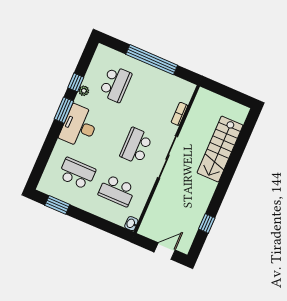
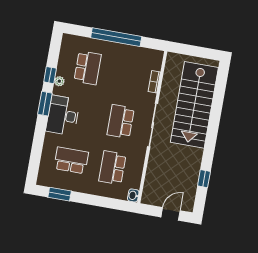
stairs: (220, 149) -> (194, 105), width x1.36, depth x1.51
school desk: (117, 191) -> (112, 168), turned 90

